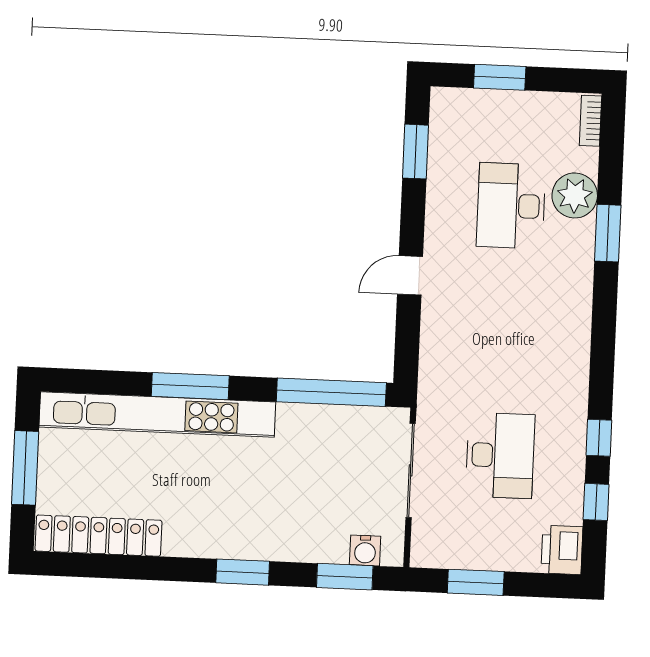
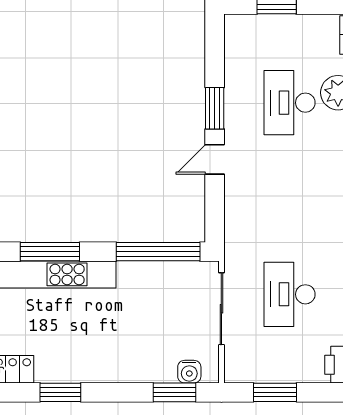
window: (416, 152) -> (215, 108), moved
desk: (500, 455) -> (290, 294), turned 180
window: (243, 572) -> (60, 392), moved

